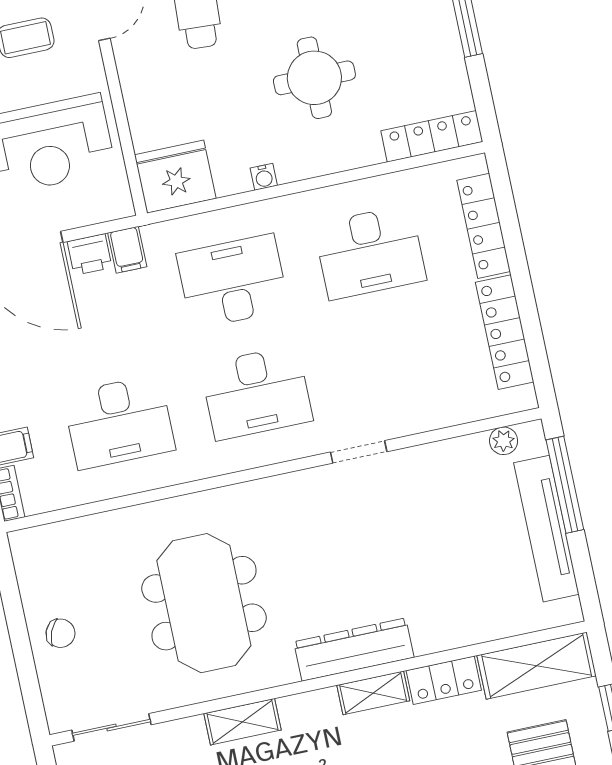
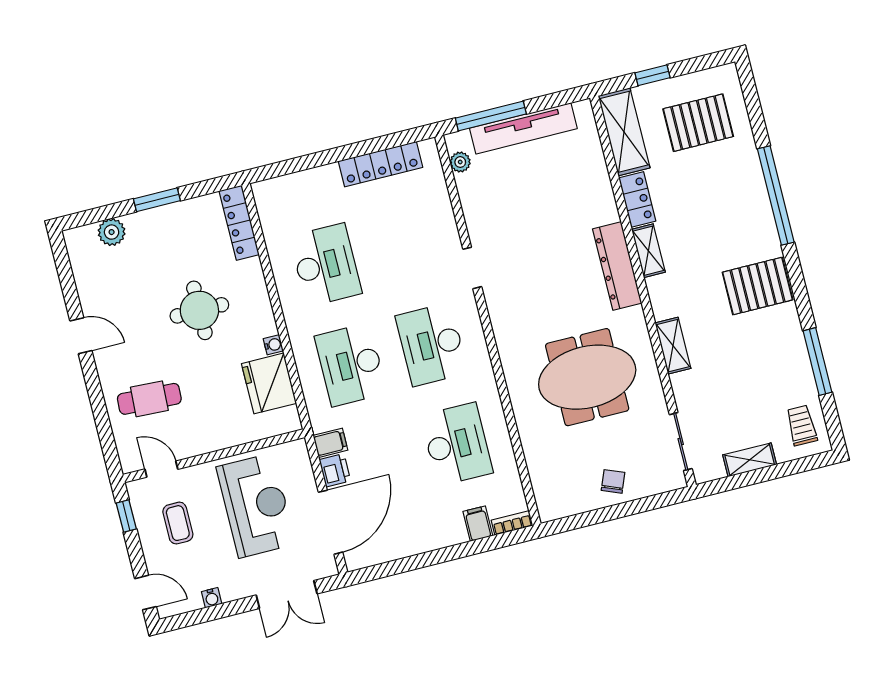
fridge: (175, 177) -> (269, 383), moved
locker: (484, 226) -> (303, 182), removed
desk: (256, 393) -> (432, 344), turned 180

